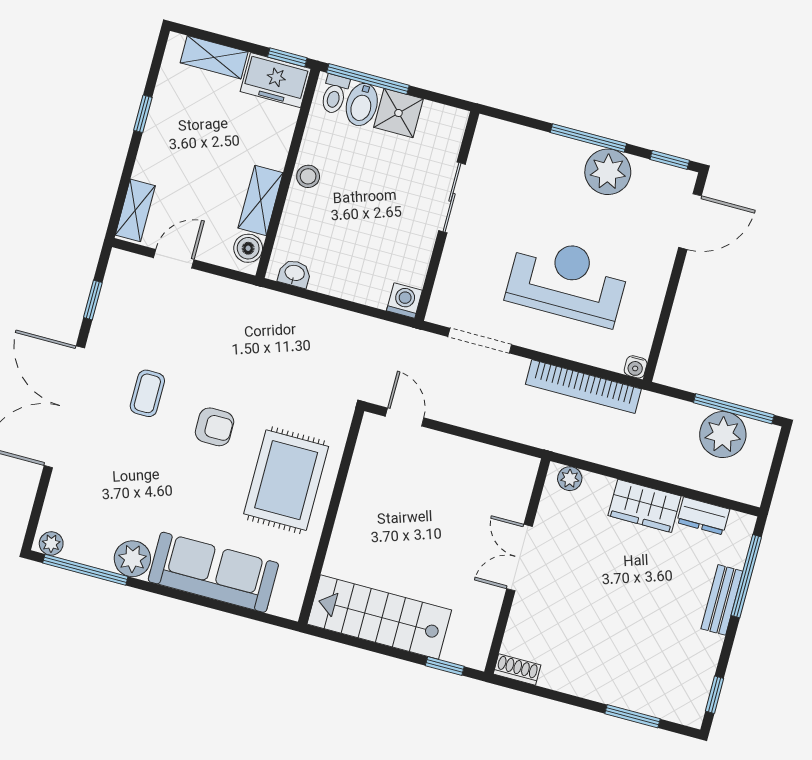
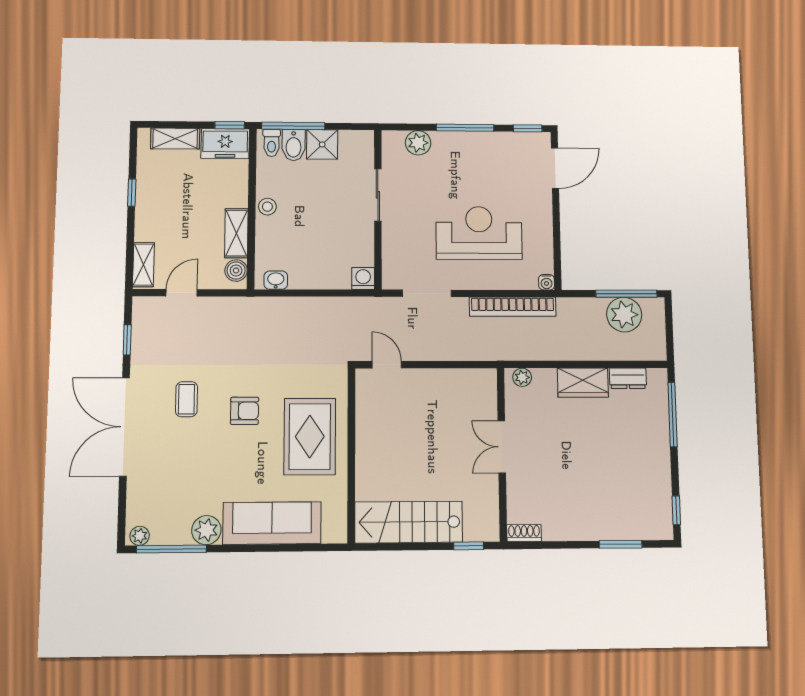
plant: (608, 172) -> (418, 143), moved, width x0.73, depth x0.73
bench: (722, 600) -> (660, 437), removed

